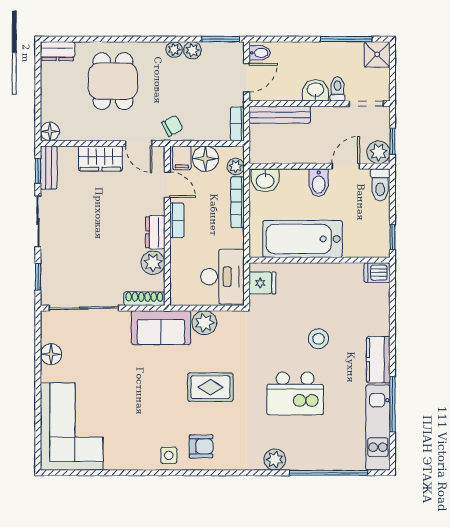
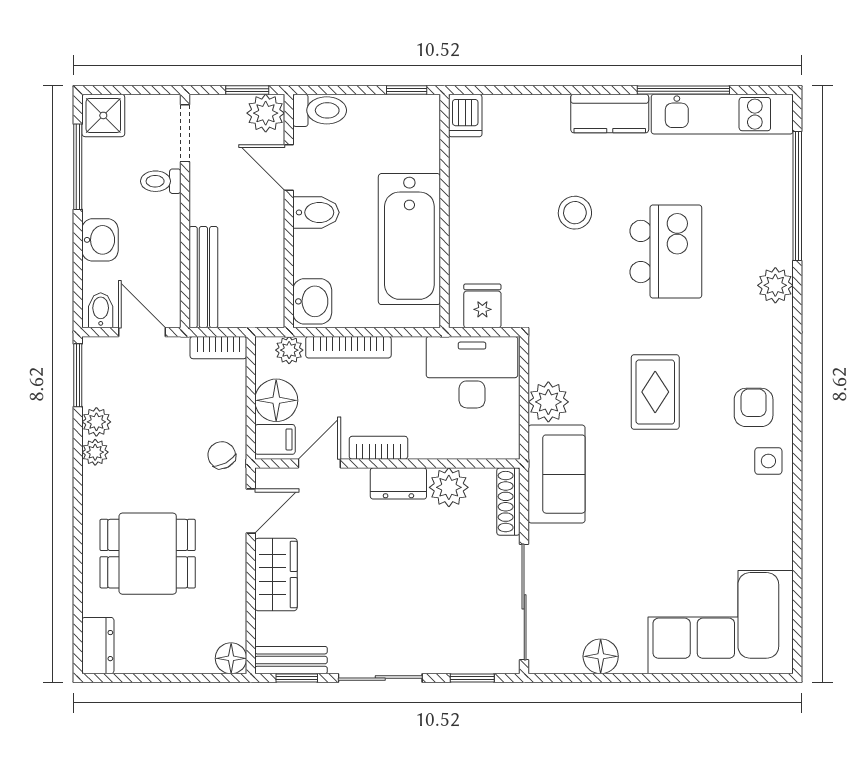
washbasin: (316, 90) -> (100, 240), moved, turned 180

